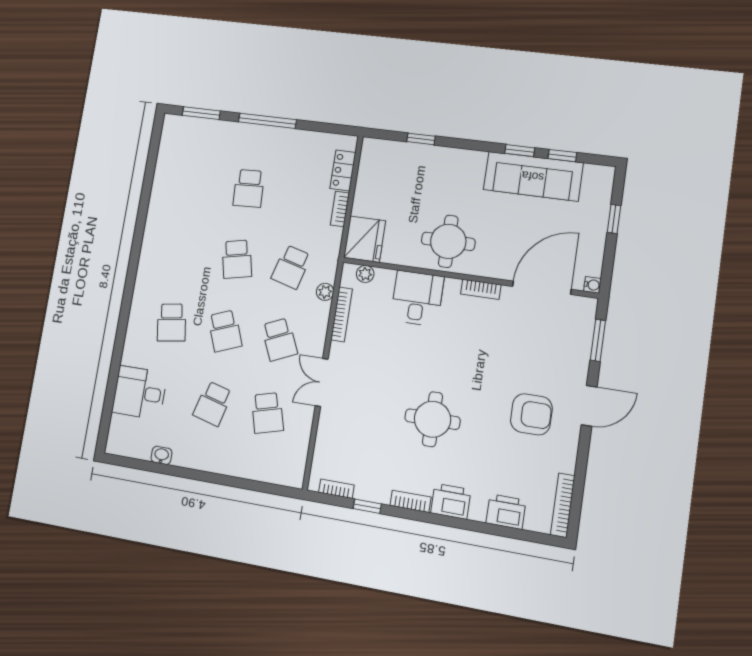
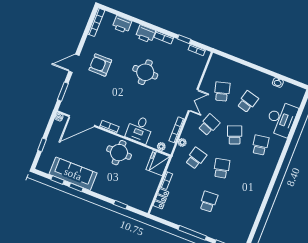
school desk: (279, 339) -> (209, 125), turned 45
desk: (139, 393) -> (281, 119), width x1.37

